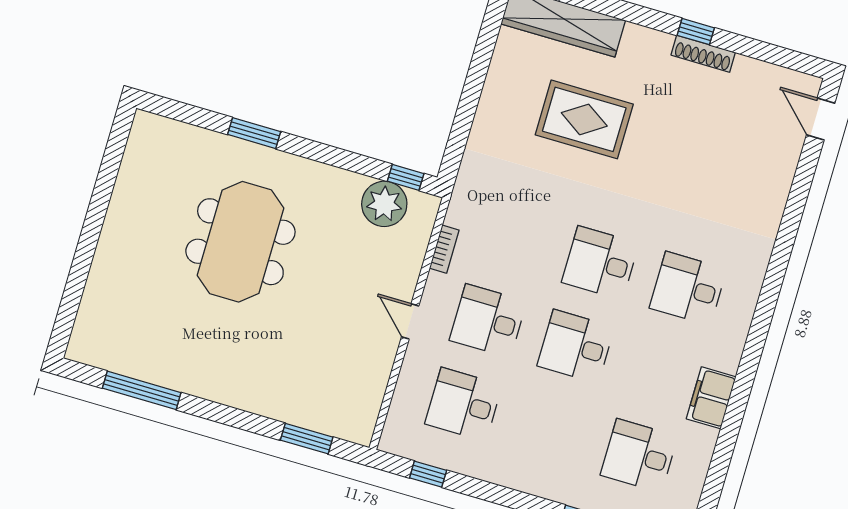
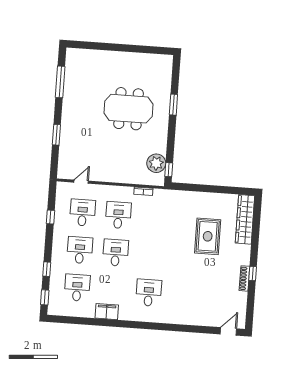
desk: (600, 263) -> (80, 250), moved
door: (410, 321) -> (81, 182), moved
window: (307, 439) -> (56, 135), moved
window: (428, 474) -> (50, 217), moved

